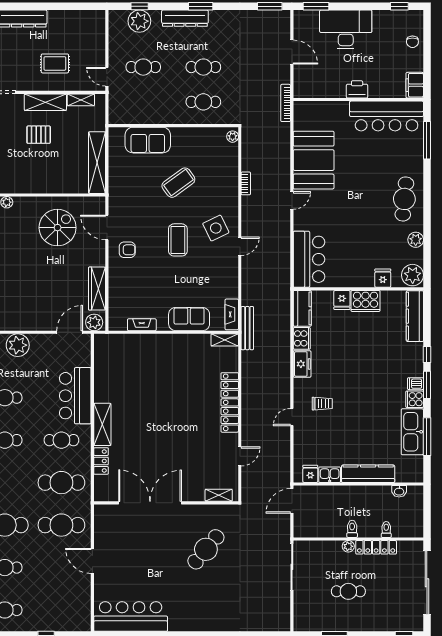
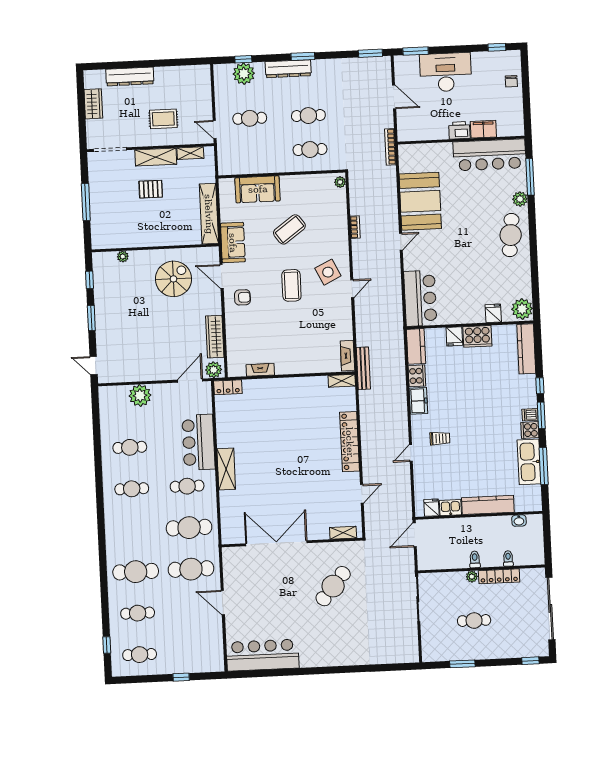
filing cabinet: (415, 85) -> (483, 129), moved, turned 90
plant: (416, 240) -> (520, 199), moved
sofa: (189, 319) -> (233, 243), moved, turned 90
locker: (101, 461) -> (228, 387), moved, turned 90

